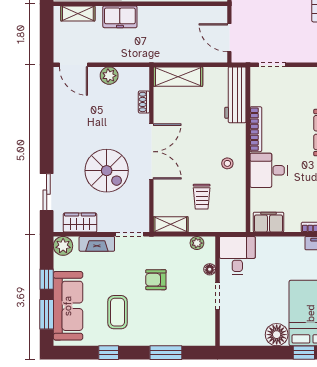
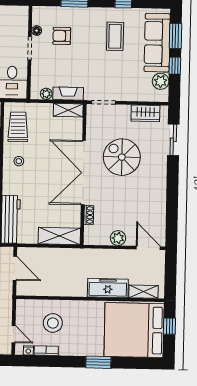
freezer: (120, 17) -> (108, 288), width x1.40
double door: (151, 152) -> (83, 173), width x1.36
trolley: (202, 197) -> (18, 127), moved, width x1.36, depth x1.39
fireplace: (97, 244) -> (68, 94), moved
plant: (63, 246) -> (161, 81), moved
floor lamp: (210, 269) -> (37, 31), moved
armchair: (156, 280) -> (62, 36), moved, turned 180

